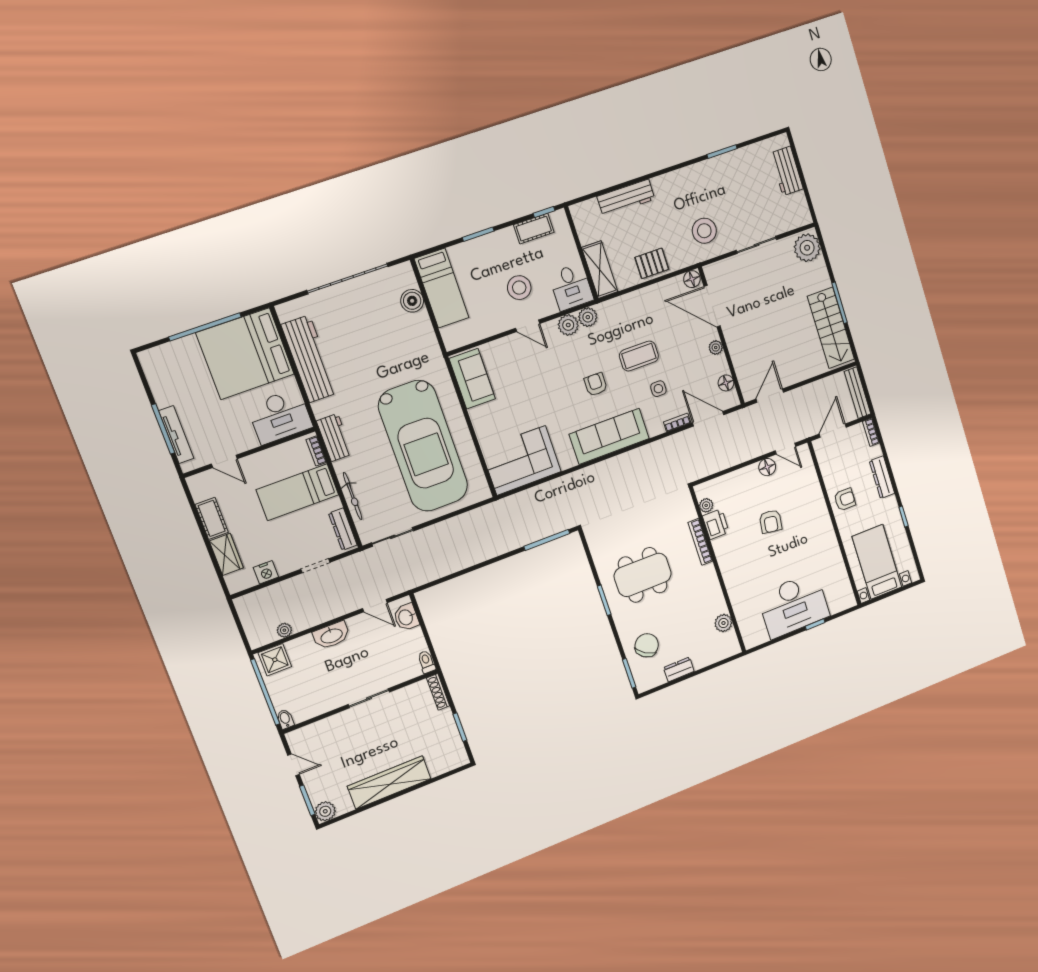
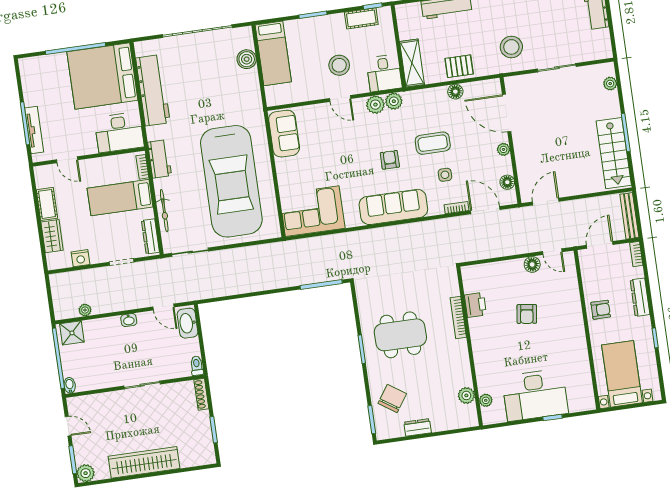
plant: (807, 248) -> (610, 84), width x0.53, depth x0.53
floor lamp: (692, 279) -> (455, 92), moved
plant: (706, 505) -> (486, 400), moved
washbasin: (406, 617) -> (187, 323), width x1.38
washbasin: (331, 635) -> (129, 320), width x0.52, depth x0.69

